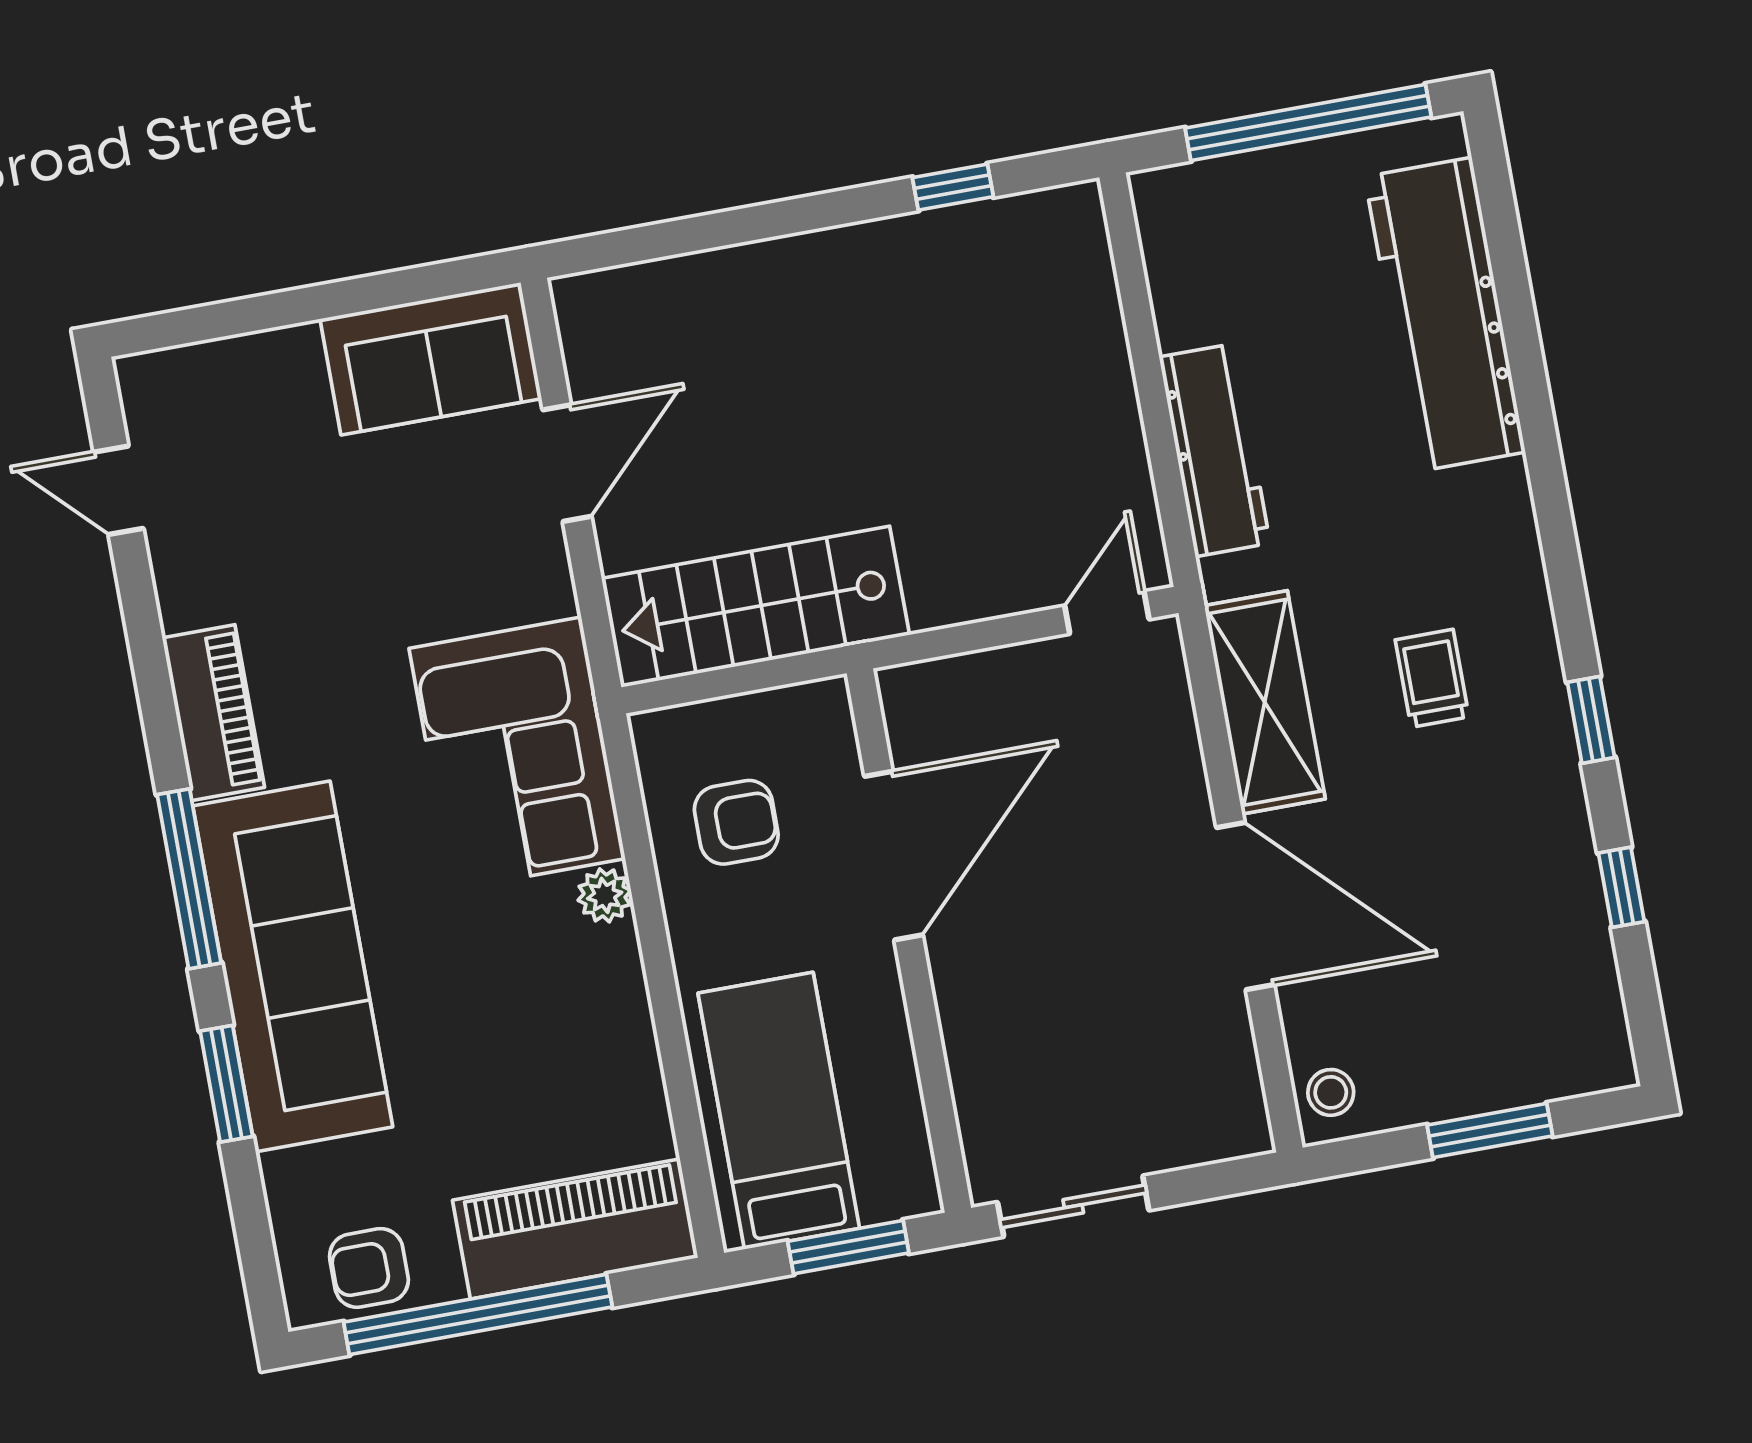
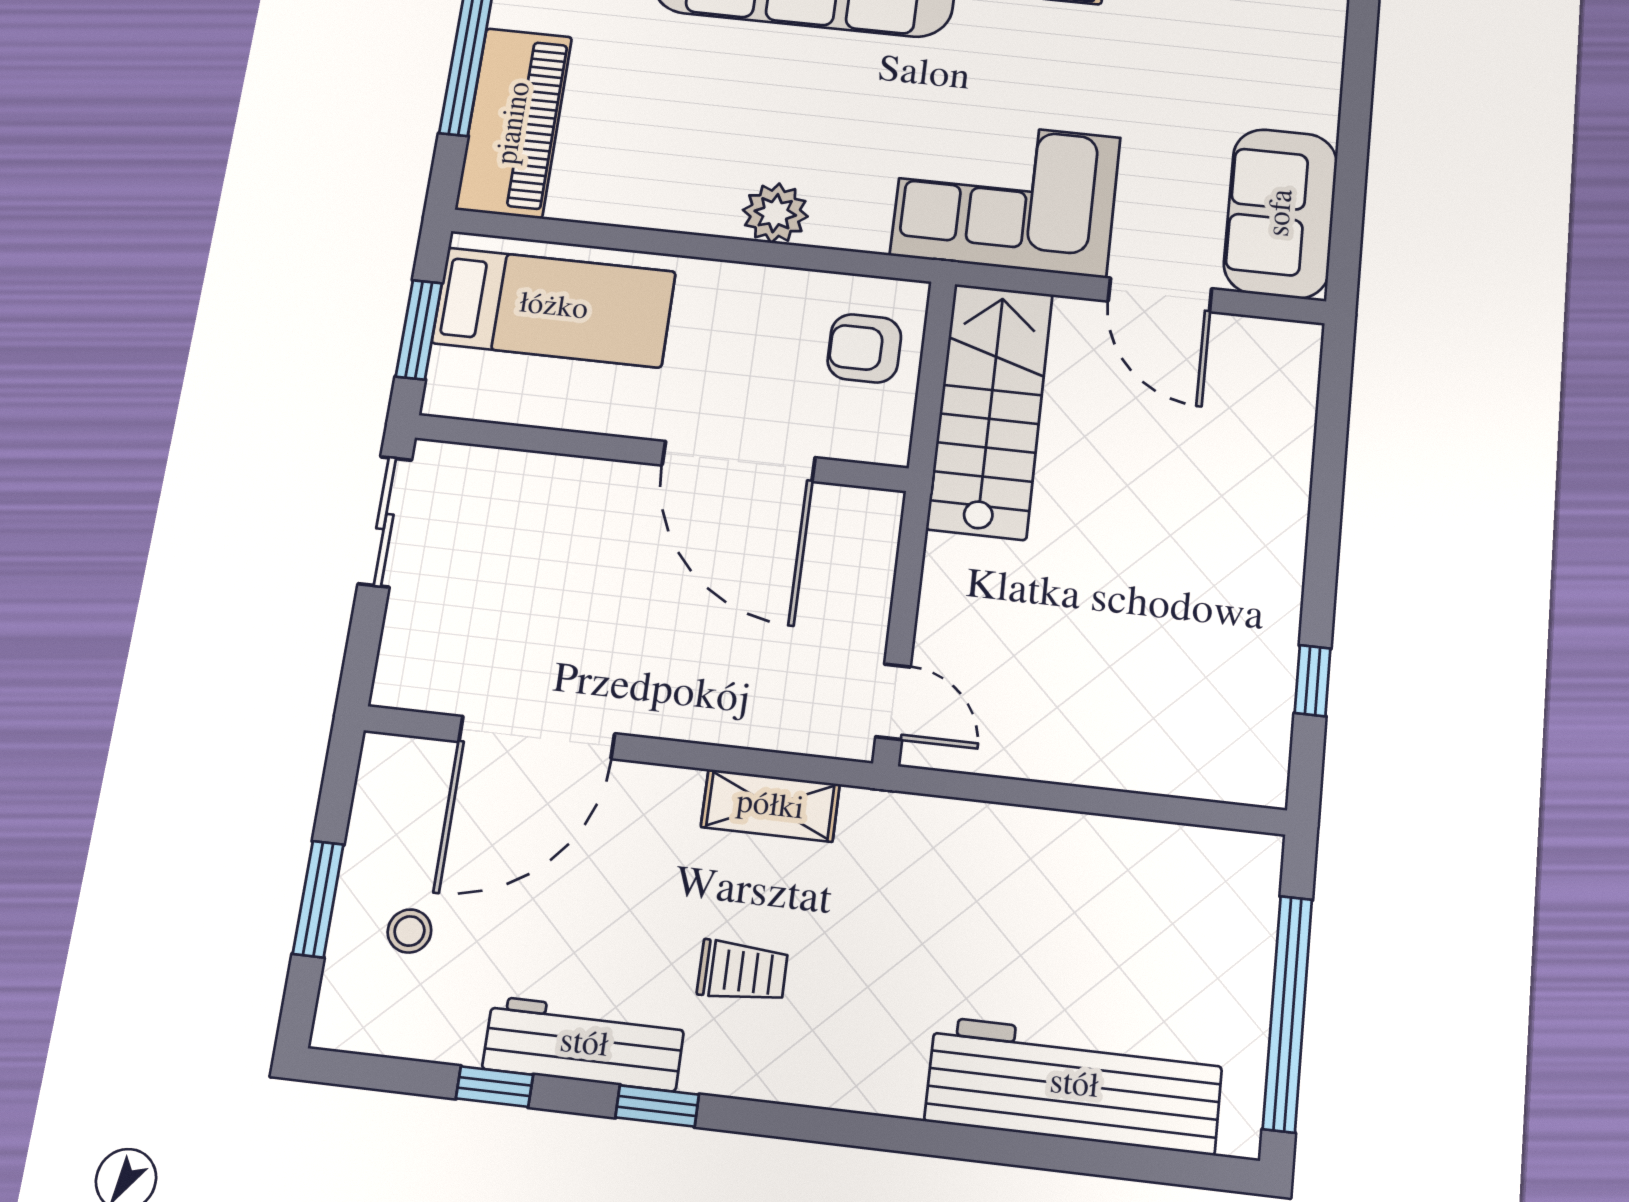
workbench: (1215, 450) -> (584, 1044), moved, turned 180
shelving: (1265, 702) -> (770, 806), width x0.67, depth x0.75
corner sofa: (517, 754) -> (1006, 196), moved
armchair: (736, 822) -> (864, 348), moved, turned 90
plant: (605, 895) -> (775, 213), width x1.38, depth x1.38
door: (1245, 906) -> (537, 738), moved
stool: (1331, 1092) -> (409, 931), moved

